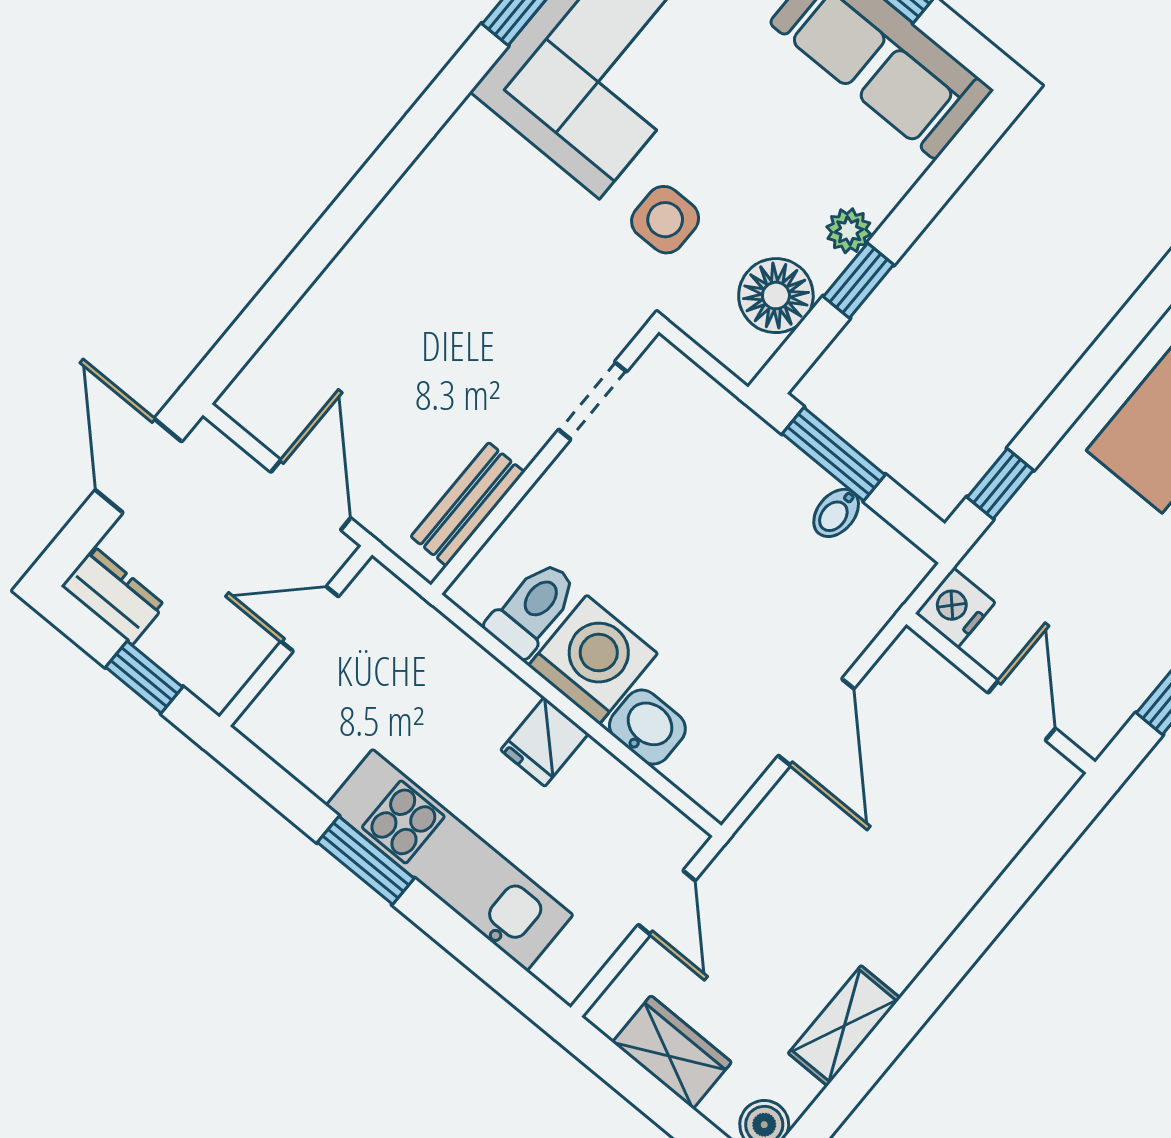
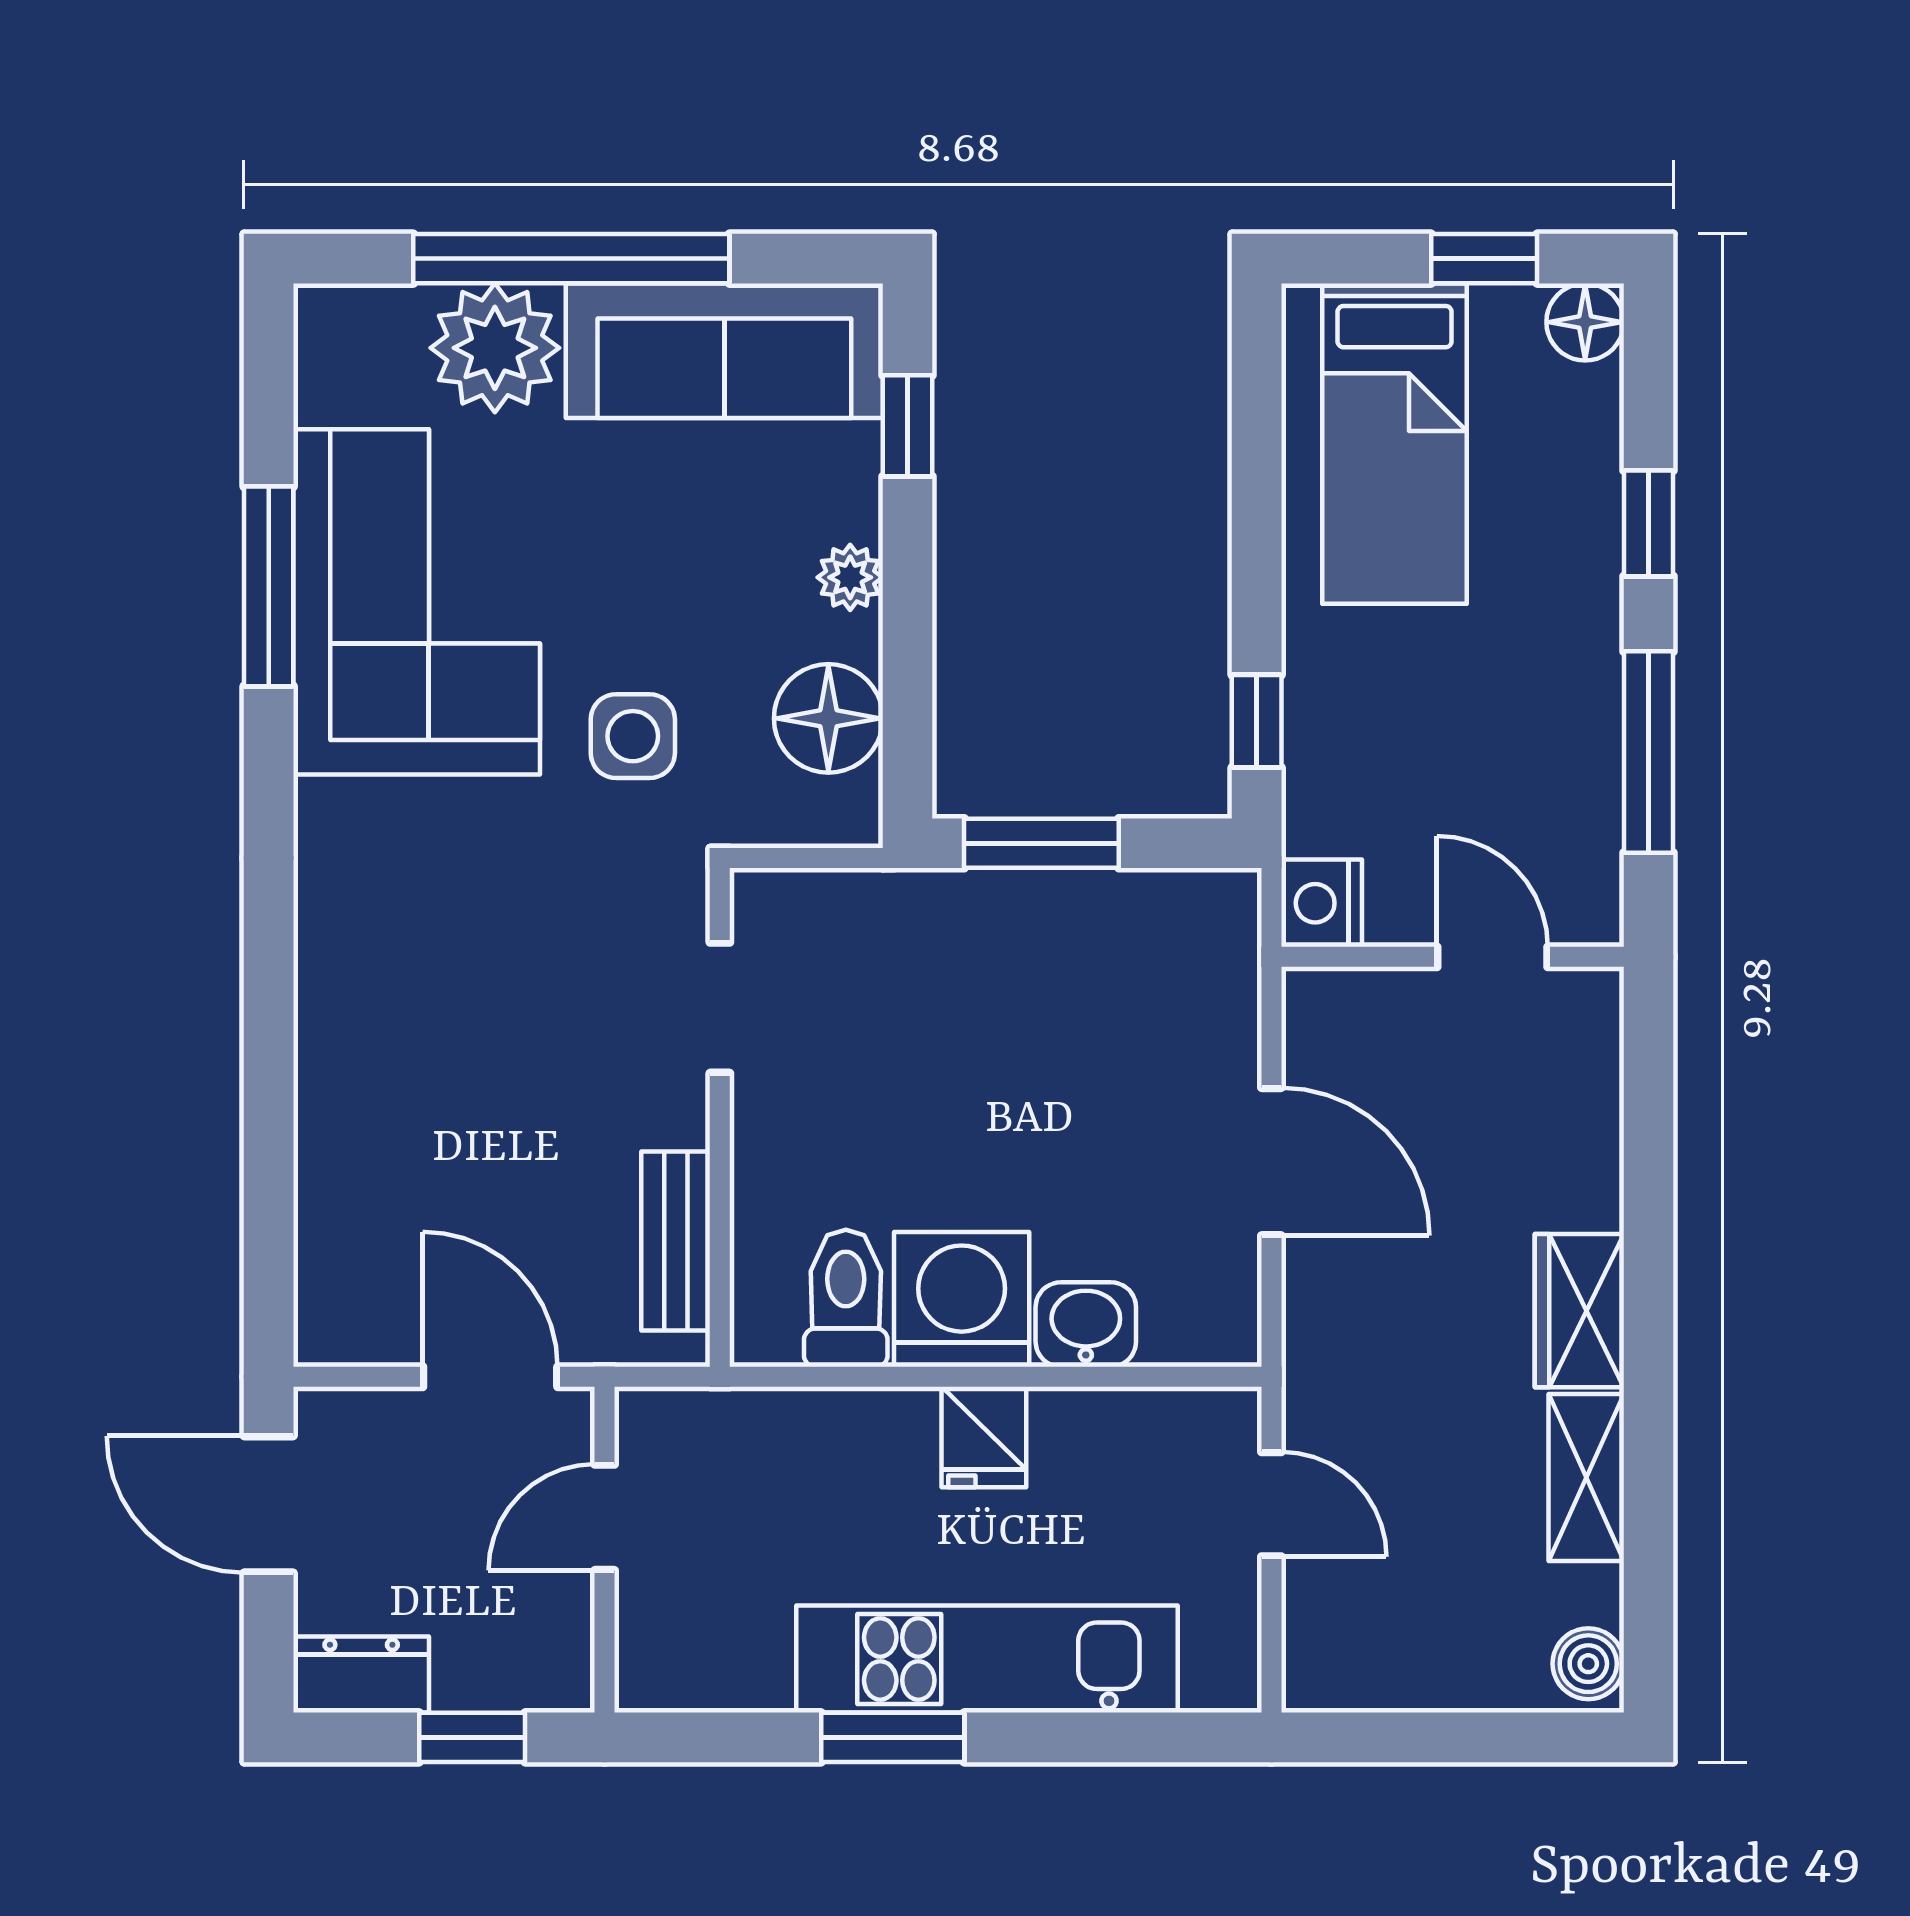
window: (858, 281) -> (908, 426), moved
bidet: (836, 513) -> (1099, 907), removed
wardrobe: (672, 1052) -> (1579, 1311), moved, turned -90

